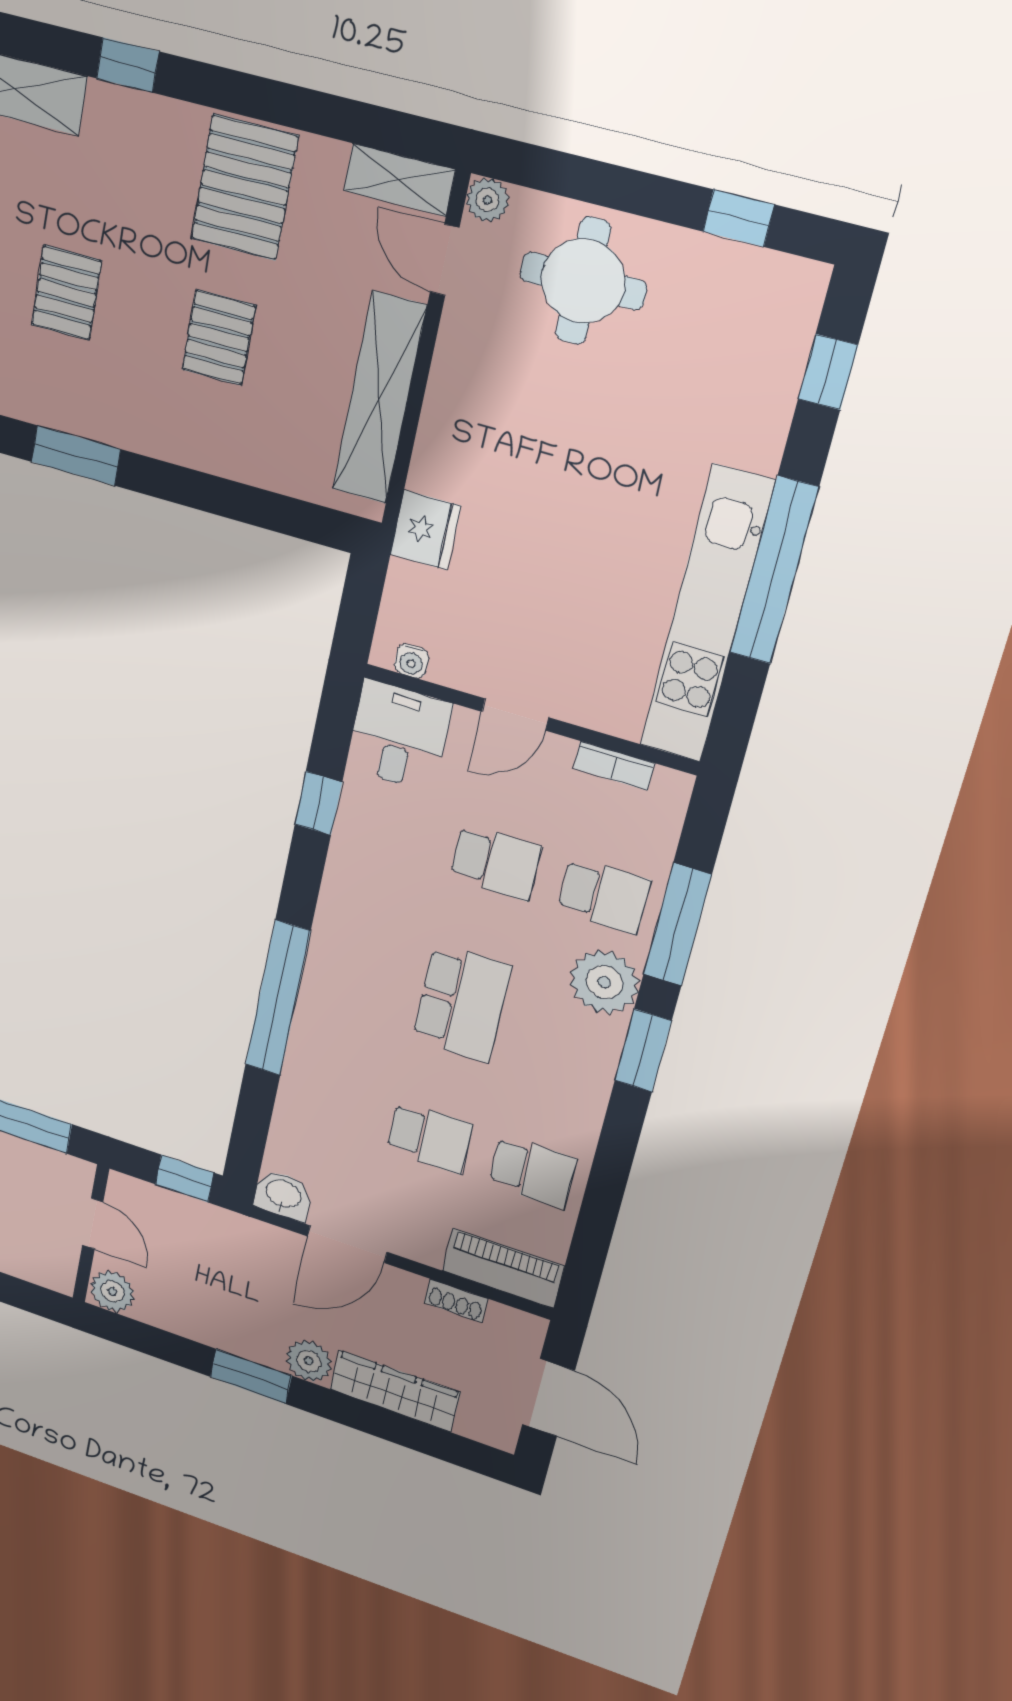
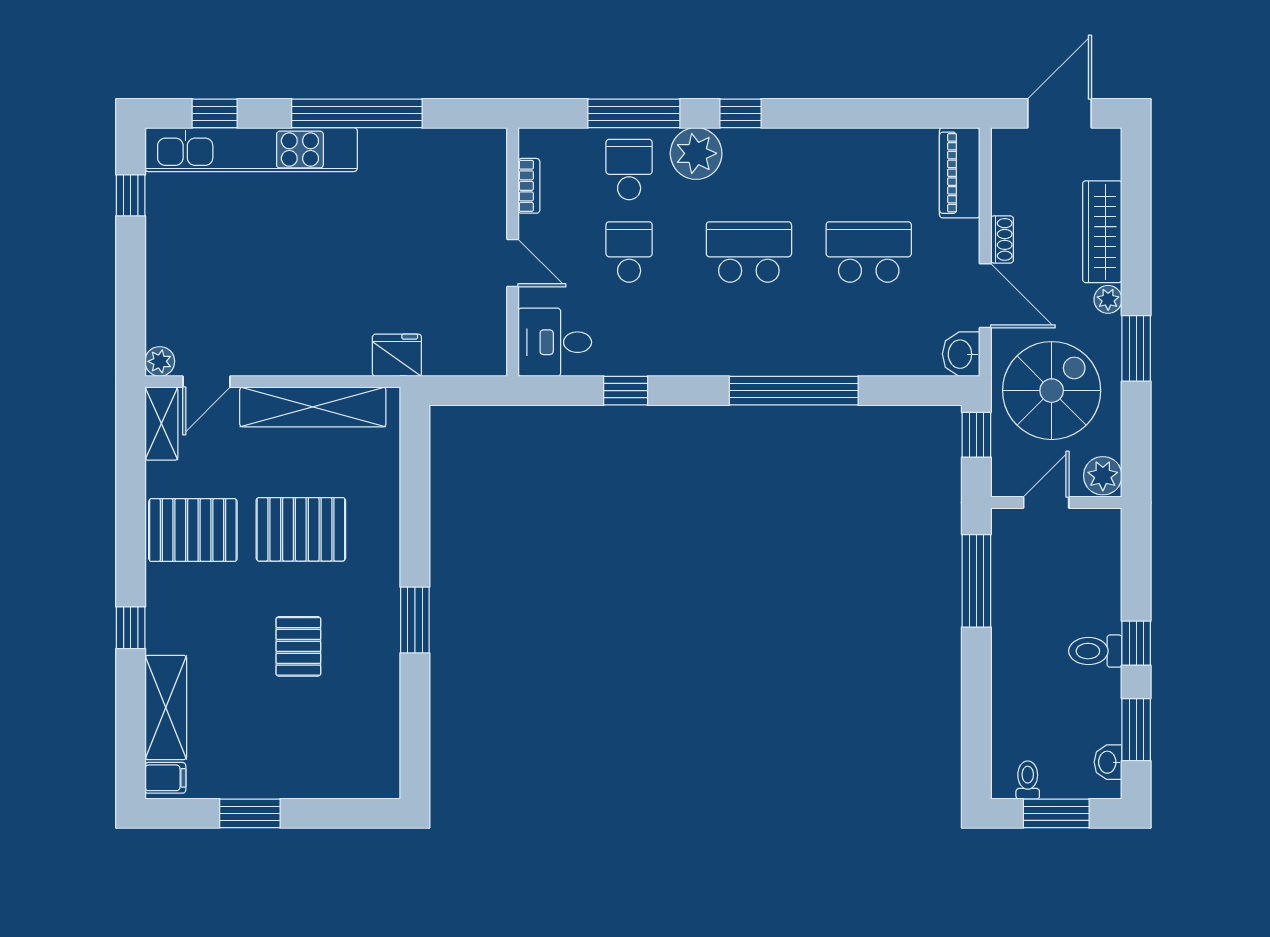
round table: (583, 281) -> (197, 286), removed
pallet: (66, 293) -> (298, 646), turned 90
pallet: (219, 337) -> (301, 529), width x1.50, depth x1.42
kitchen unit: (707, 615) -> (251, 150), moved
water cooler: (412, 661) -> (496, 345), removed
window: (643, 1050) -> (740, 113), width x0.67
school desk: (430, 1137) -> (869, 252), width x1.85
school desk: (533, 1172) -> (869, 170), removed
spiral stairs: (220, 1274) -> (1052, 391), added
shoe rack: (456, 1301) -> (1002, 239), moved
plant: (309, 1361) -> (1108, 299), width x0.73, depth x0.73

